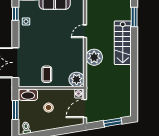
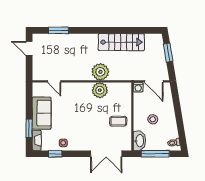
door: (85, 31) -> (54, 81), moved
stairs: (123, 43) -> (121, 42), moved
plant: (77, 79) -> (100, 90), moved
window: (15, 110) -> (155, 154), width x1.44

